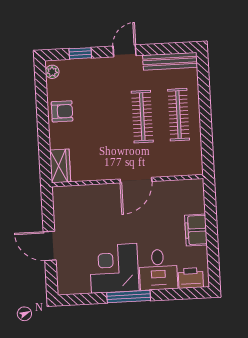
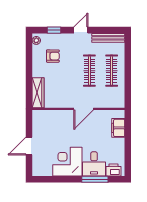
armchair: (62, 111) -> (53, 56), moved
wardrobe: (60, 166) -> (38, 93), width x1.50
filing cabinet: (196, 230) -> (118, 128), moved
door: (50, 246) -> (29, 146), hinge flipped
window: (129, 297) -> (95, 179), moved

